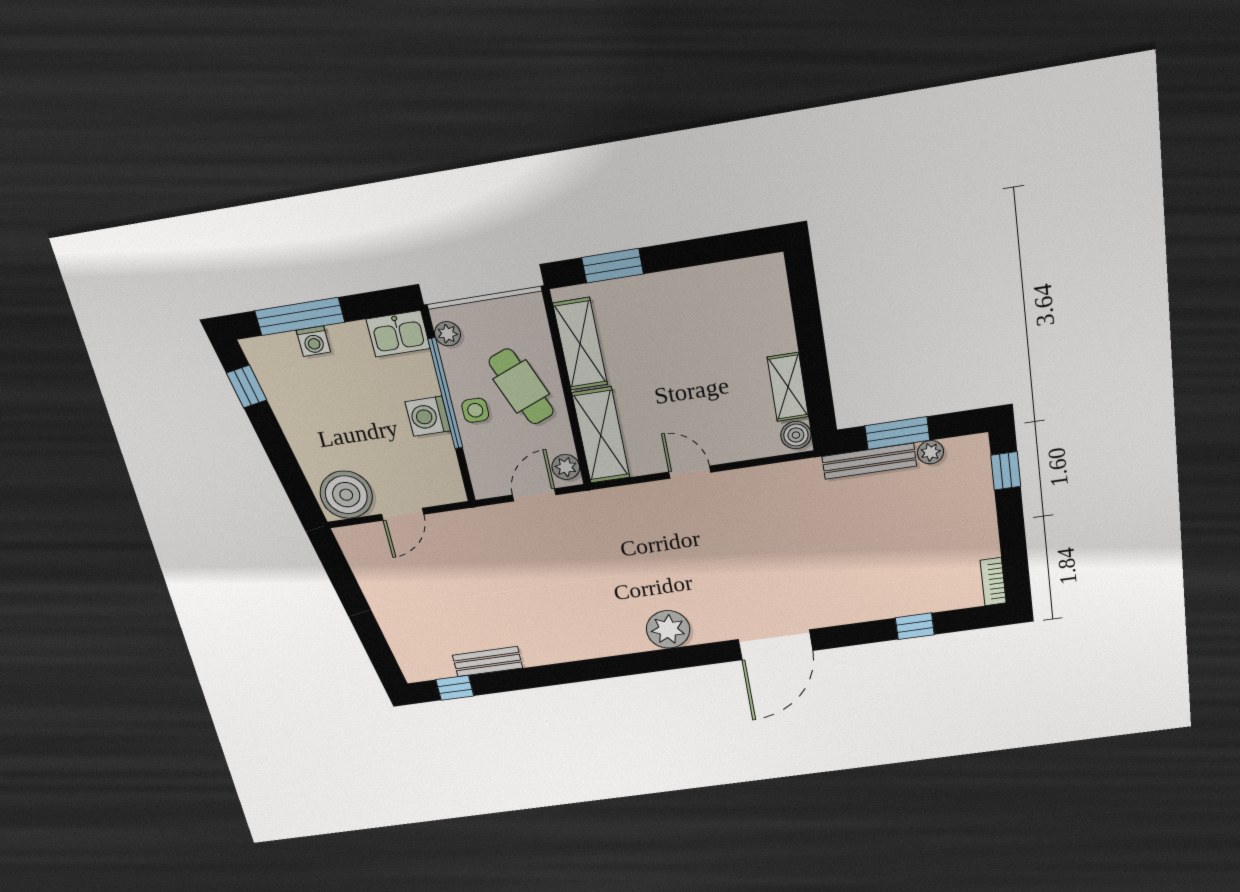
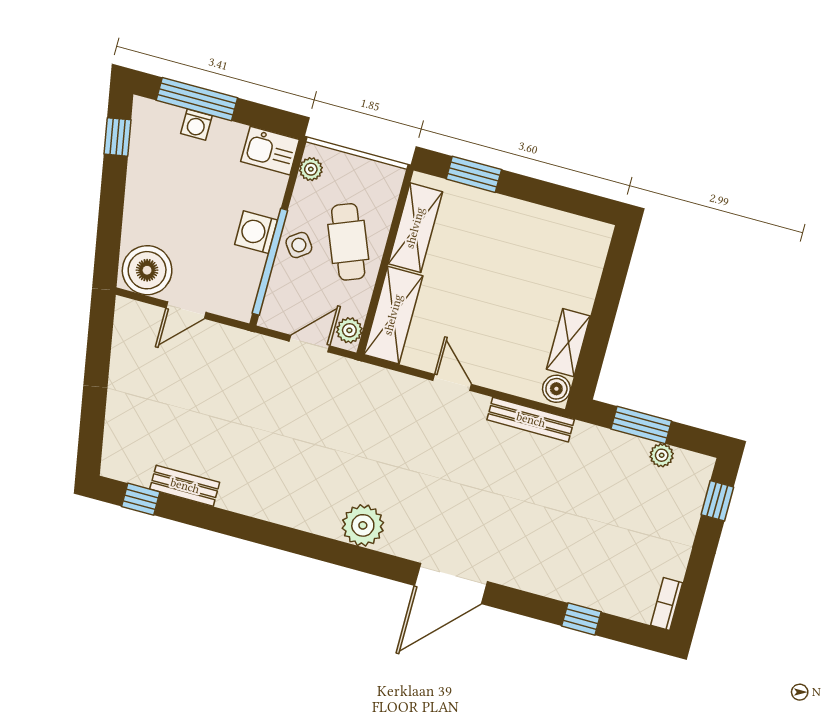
window: (445, 394) -> (270, 262), moved
side table: (475, 410) -> (299, 245), turned -36
bench: (869, 461) -> (531, 420), moved

